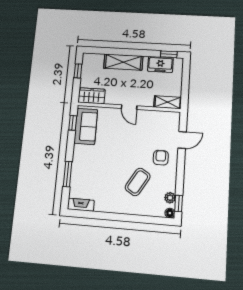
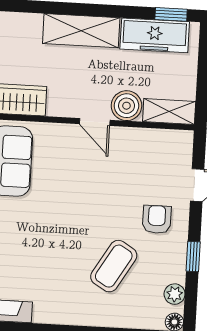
freezer: (160, 64) -> (155, 35), width x1.40
boiler: (146, 99) -> (126, 106), added
window: (179, 203) -> (193, 256), moved

